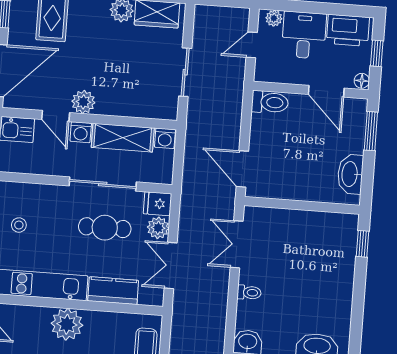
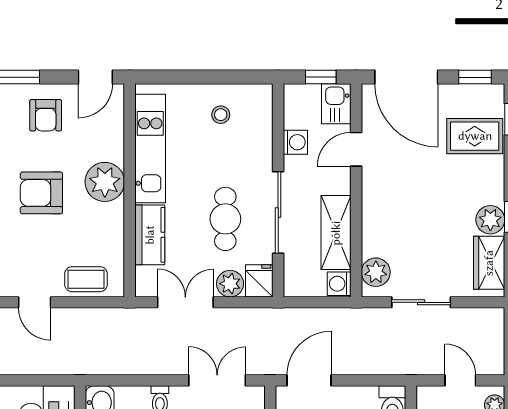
plant: (83, 102) -> (376, 272), moved
washing machine: (81, 132) -> (295, 142), moved, turned 180

